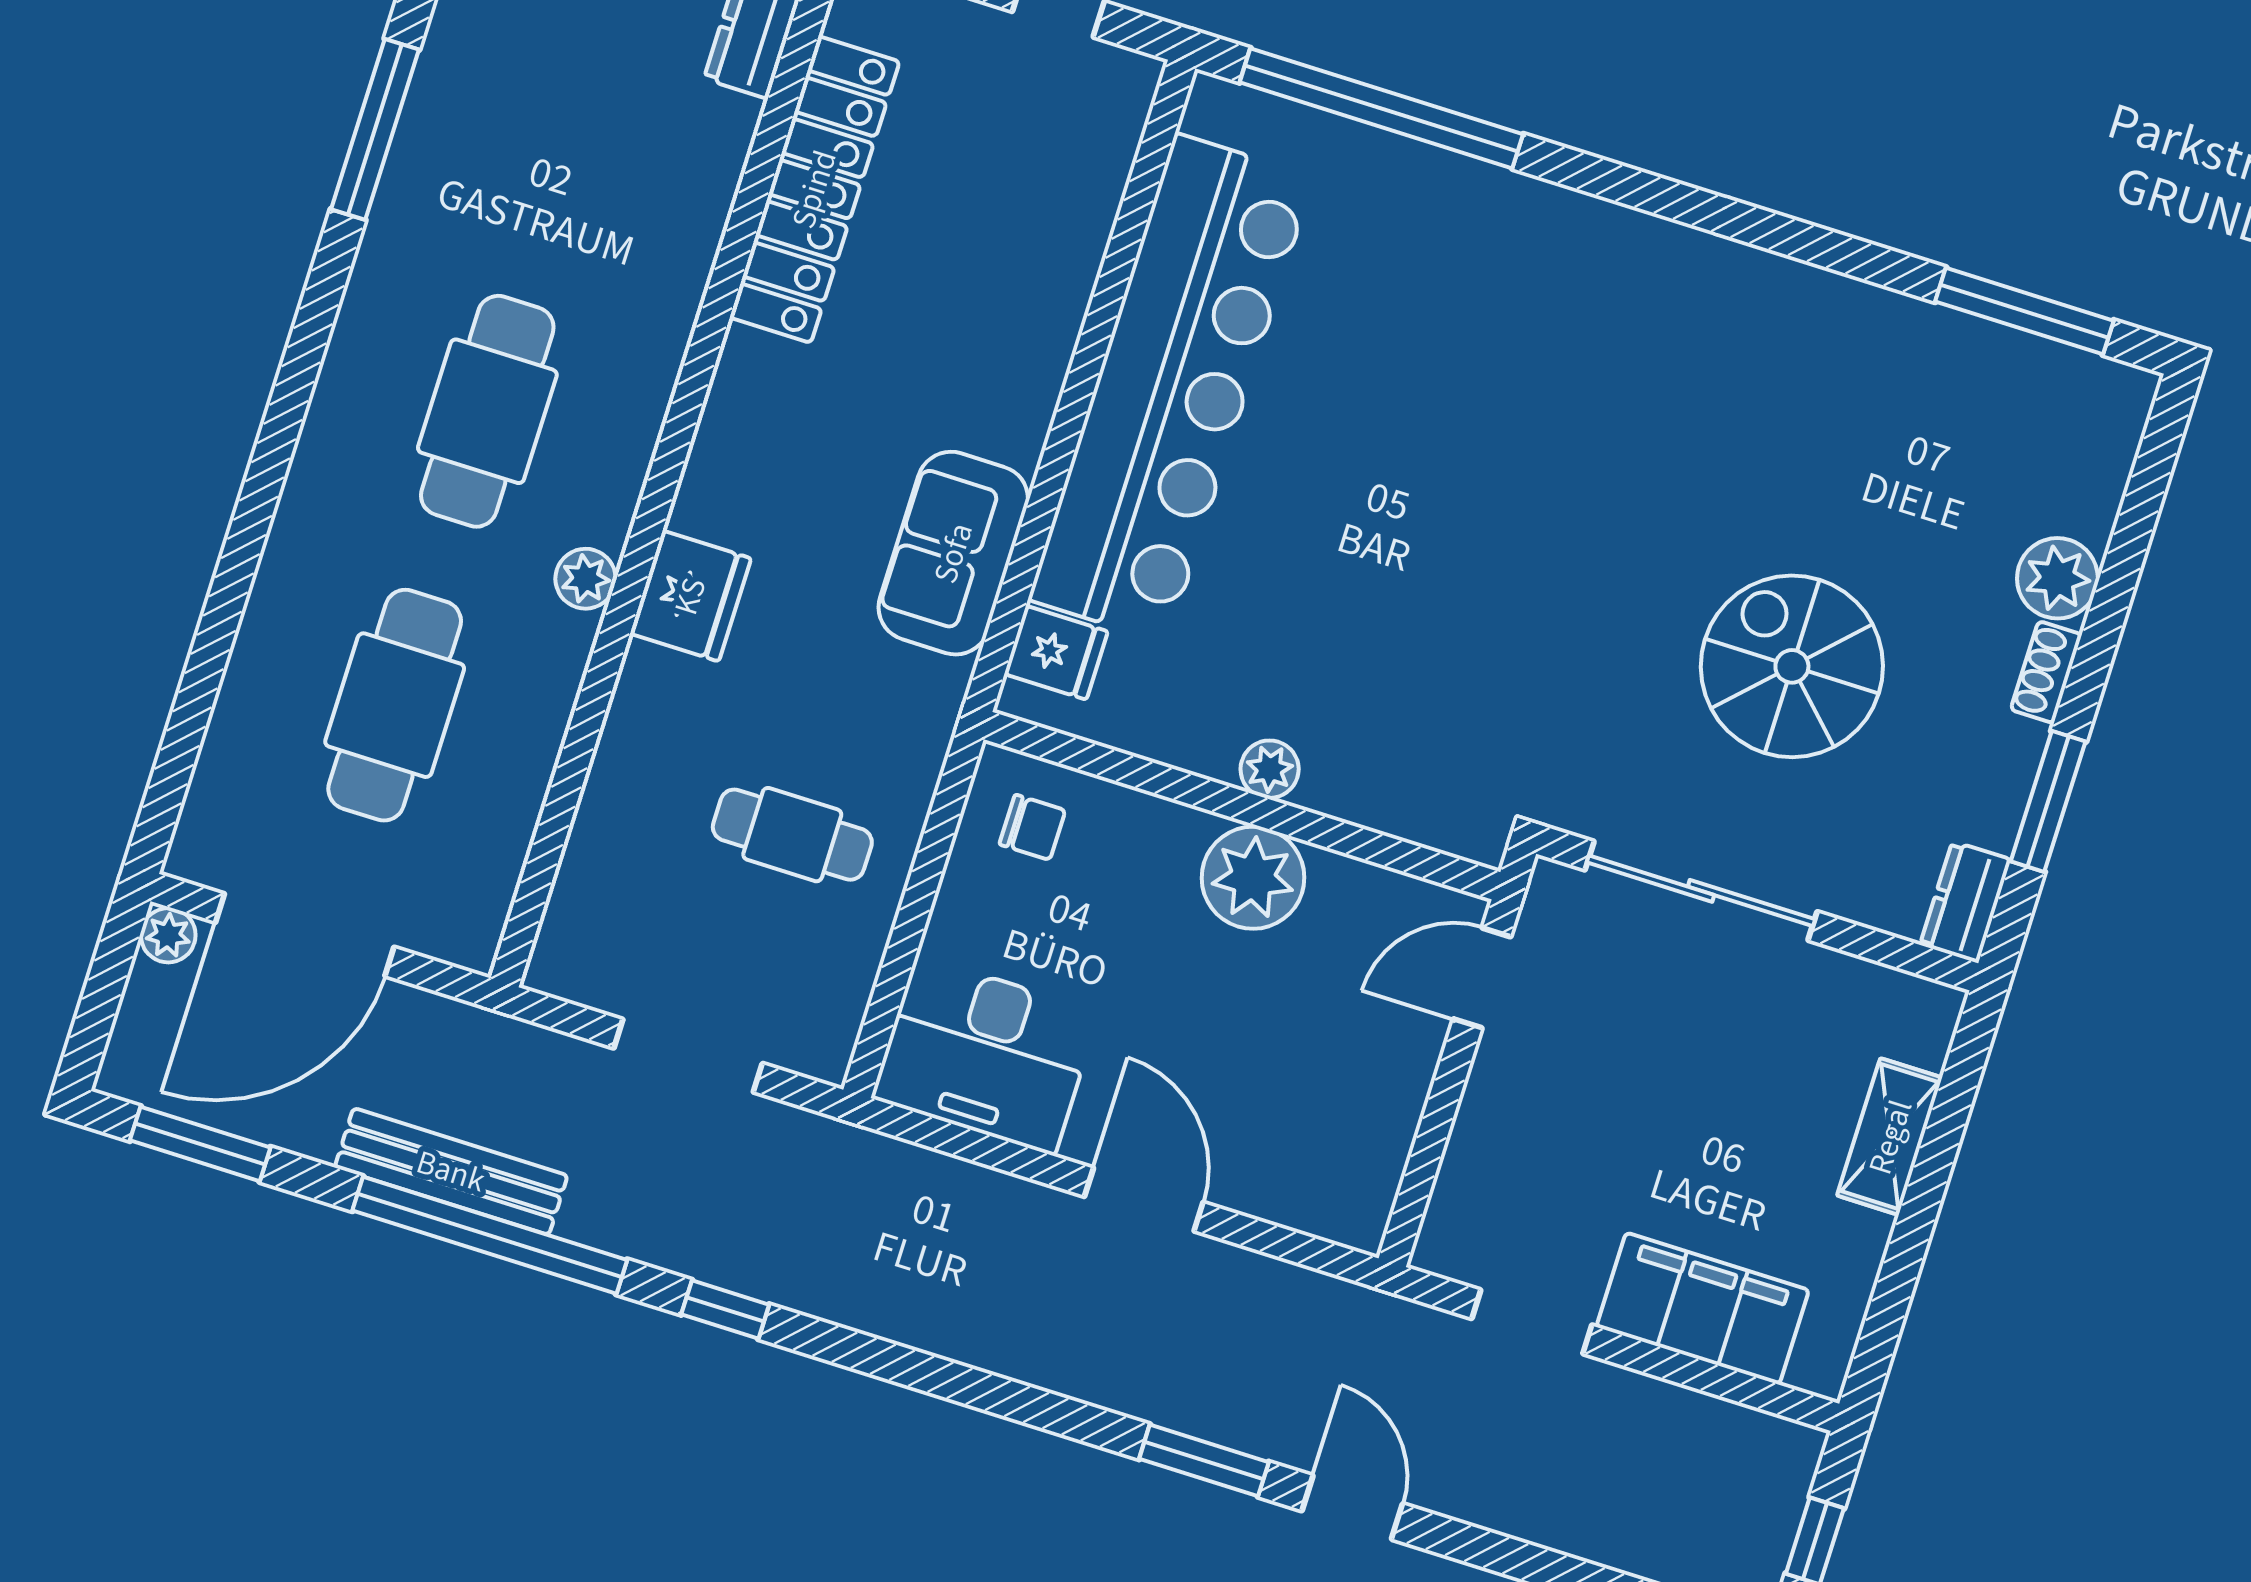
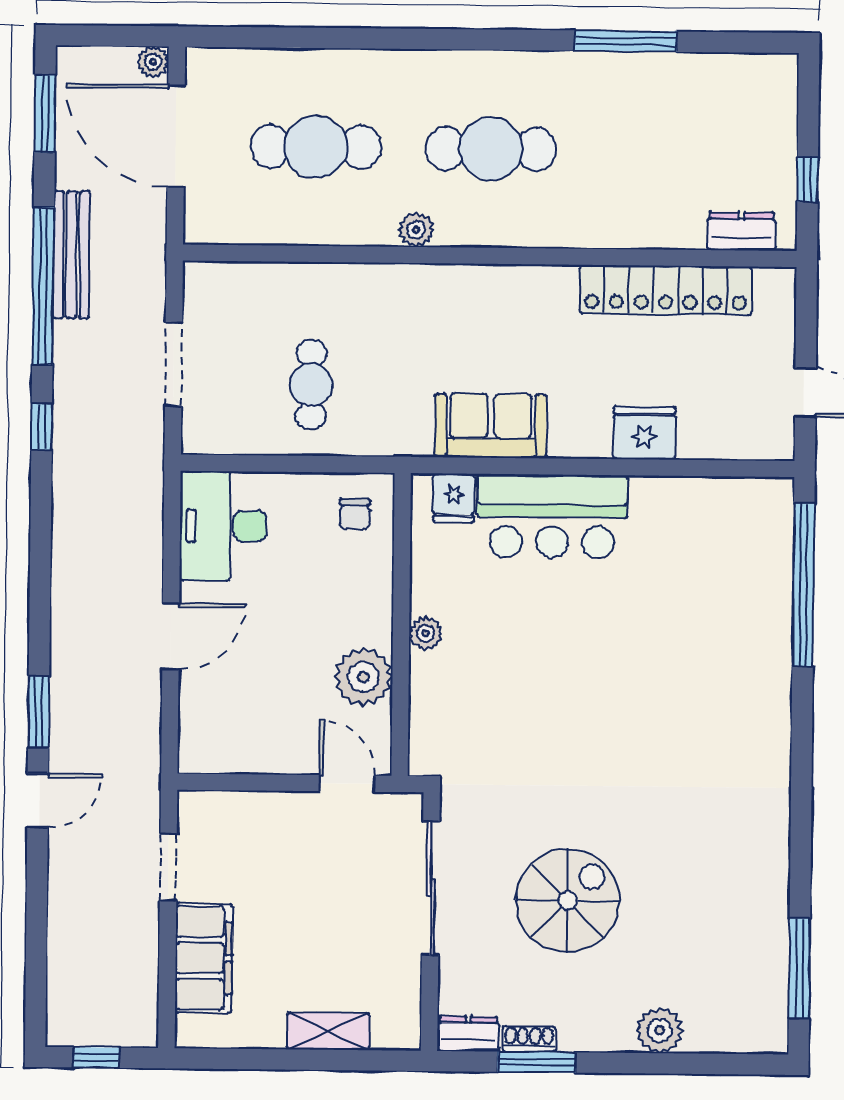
bar counter: (1171, 388) -> (552, 516), width x0.54
fridge: (690, 596) -> (644, 433), moved, turned 180
shoe rack: (2046, 672) -> (529, 1039), moved
plant: (1253, 878) -> (363, 677), moved

